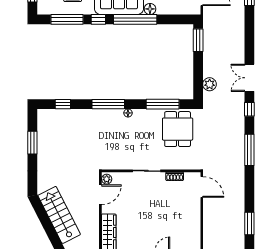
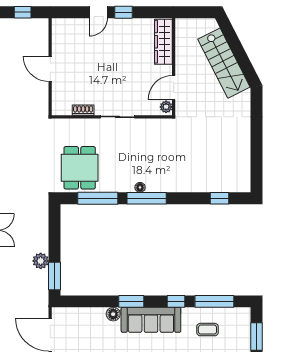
window: (135, 19) -> (131, 301), width x0.47
plant: (210, 84) -> (41, 261), moved
window: (108, 104) -> (147, 198), moved
window: (32, 143) -> (256, 151), removed
door: (202, 187) -> (50, 69), moved

